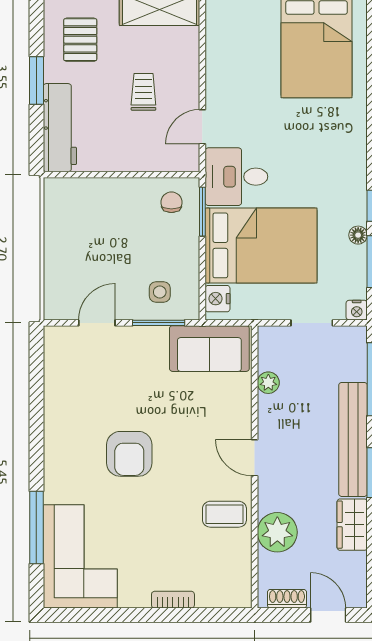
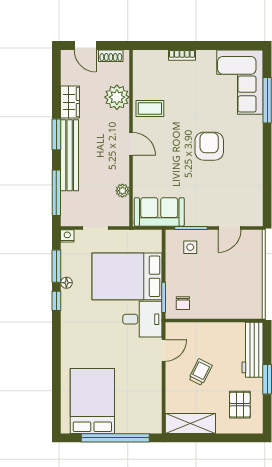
trolley: (143, 92) -> (200, 372), turned -153
nightstand: (218, 299) -> (154, 243), removed

